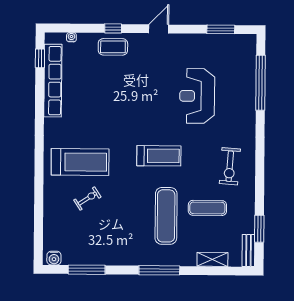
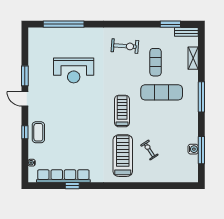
window: (221, 29) -> (25, 76), moved
window: (40, 58) -> (72, 186), moved
treadmill: (159, 156) -> (122, 111), moved
water cooler: (54, 258) -> (193, 149), moved

